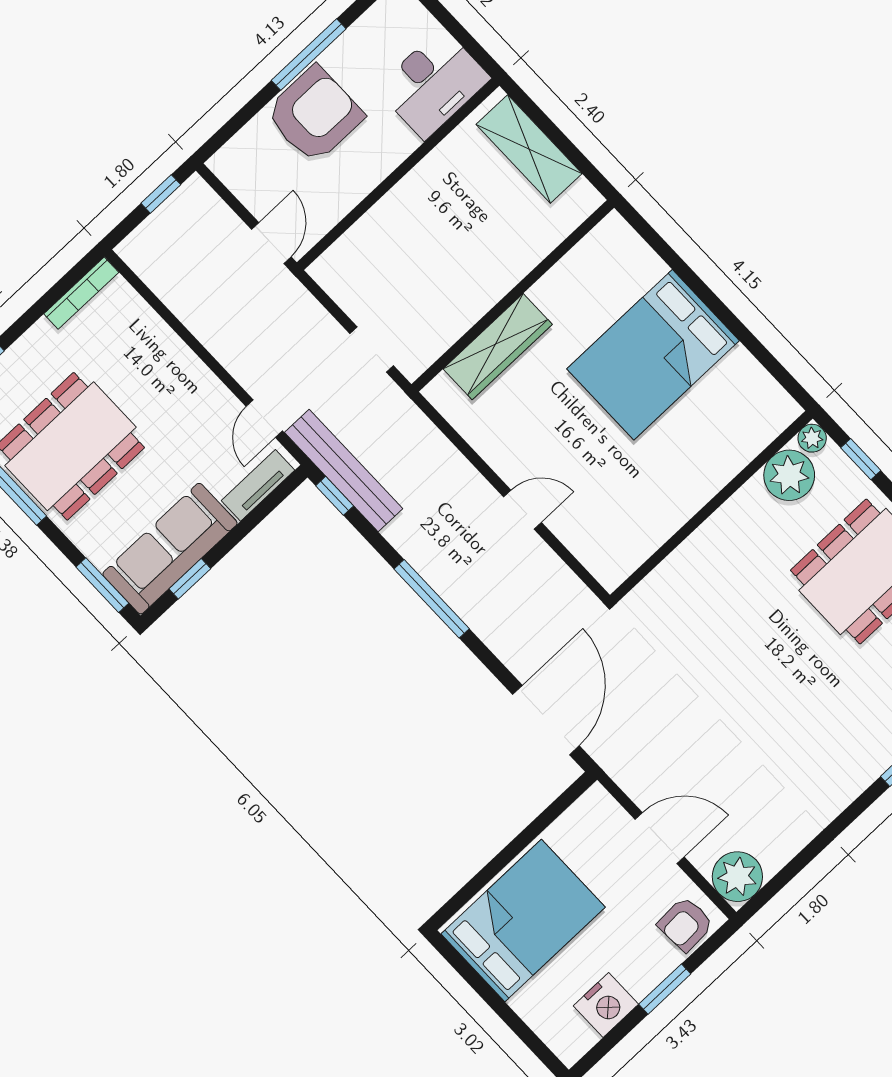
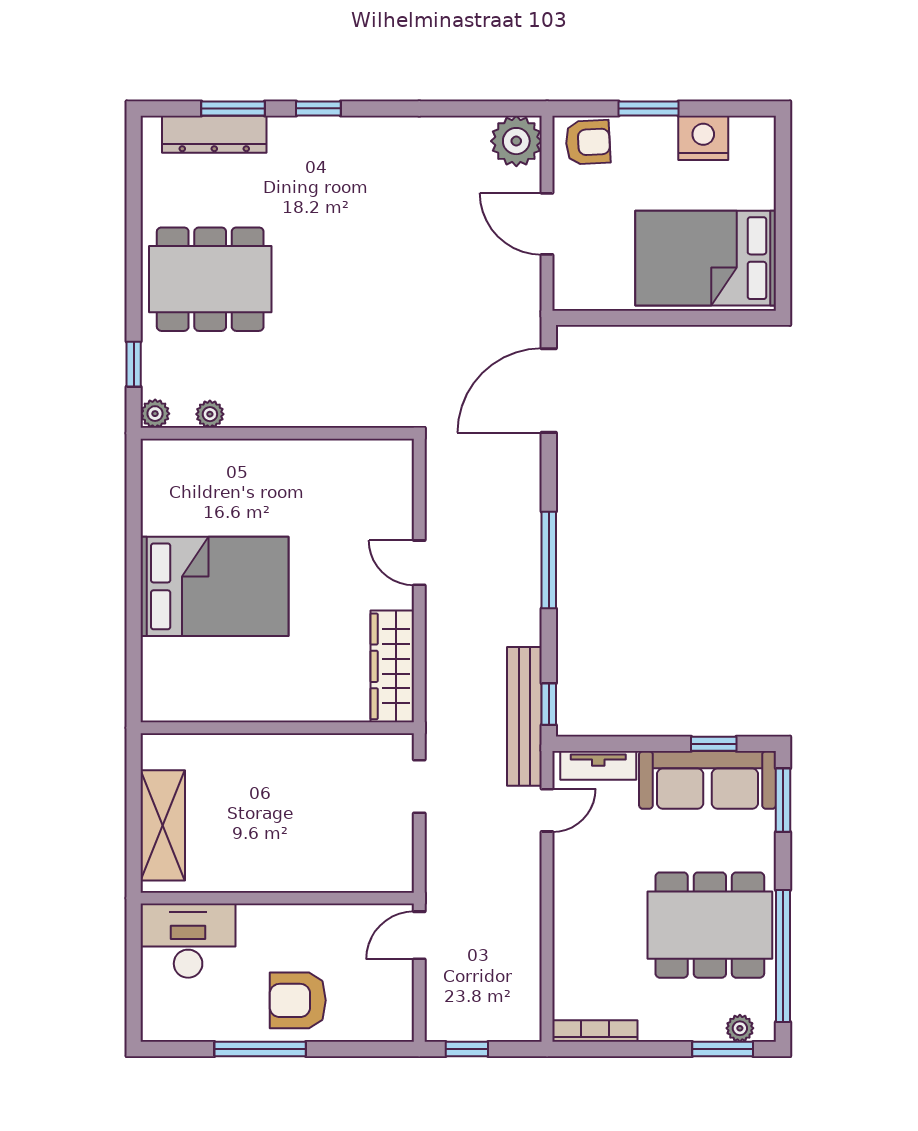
armchair: (314, 115) -> (298, 1000), width x0.73, depth x0.73
wardrobe: (498, 347) -> (392, 666), moved, turned -90
plant: (789, 475) -> (210, 414), width x0.53, depth x0.53

